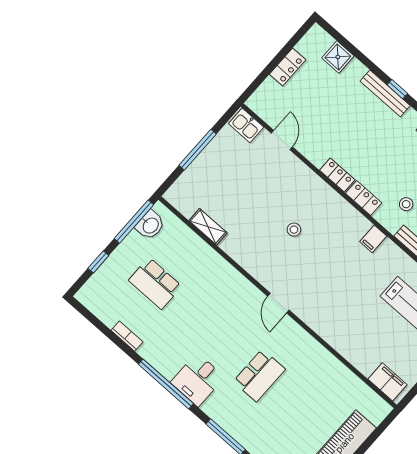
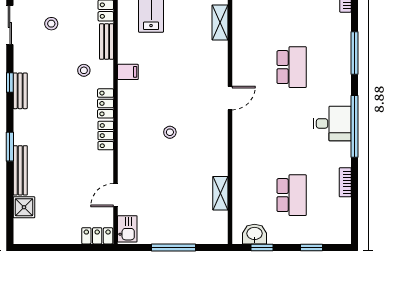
locker: (288, 67) -> (97, 236), moved
window: (397, 89) -> (10, 147), width x1.50
bench: (385, 93) -> (20, 170), moved
window: (134, 222) -> (262, 247), width x0.46
shelving: (347, 349) -> (220, 22), added
school desk: (259, 375) -> (292, 67), turned 90
desk: (198, 380) -> (332, 123), moved

